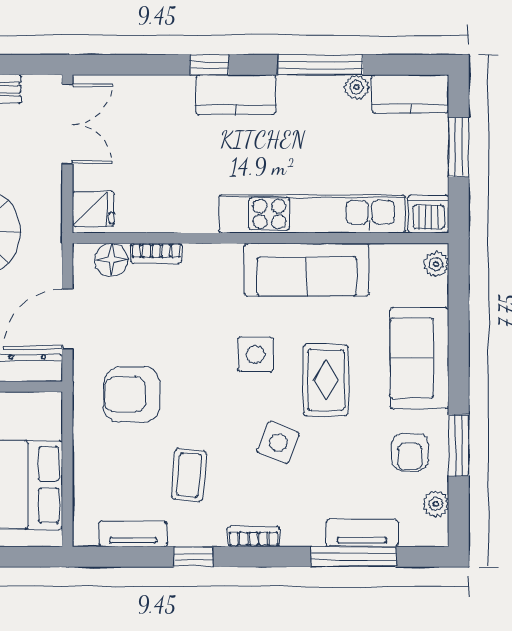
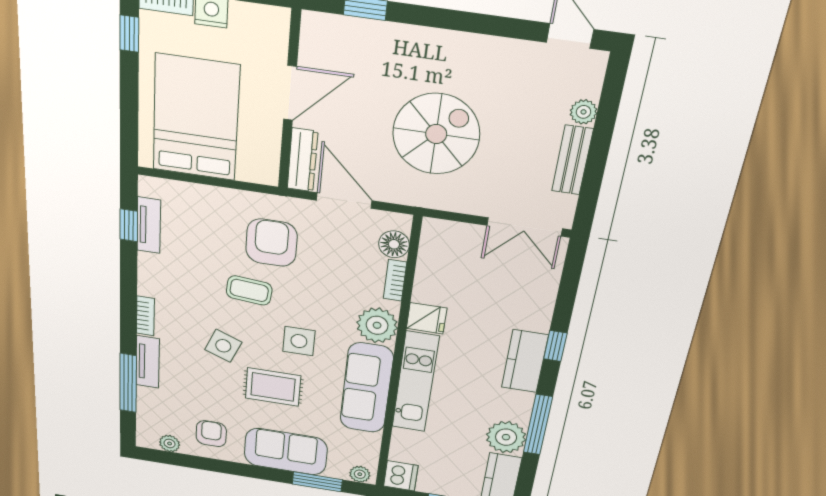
plant: (356, 87) -> (506, 437), width x1.87, depth x1.87
fridge: (93, 209) -> (427, 318), moved, turned -90
kitchen unit: (312, 214) -> (415, 382), width x0.73
plant: (218, 267) -> (377, 325), added
window: (459, 445) -> (317, 482), moved
armchair: (410, 452) -> (211, 434), turned 90
coffee table: (189, 475) -> (249, 290), moved
tv unit: (362, 533) -> (148, 362), moved
window: (193, 557) -> (129, 225), moved

